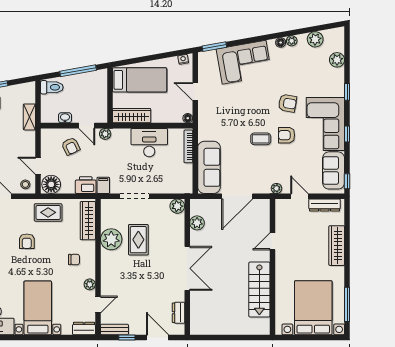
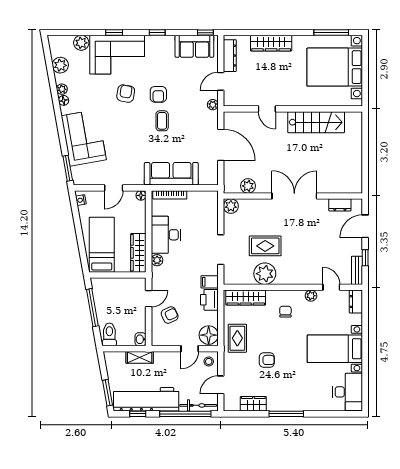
washbasin: (65, 118) -> (141, 339), moved
corner sofa: (325, 124) -> (117, 55), moved
plant: (105, 134) -> (157, 260), moved
sofa: (209, 167) -> (171, 174), moved

